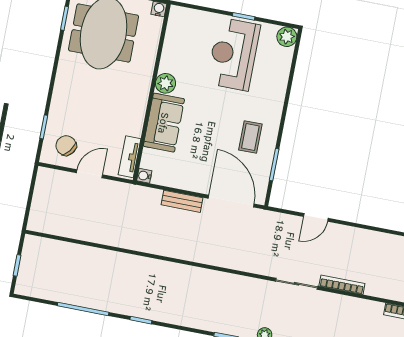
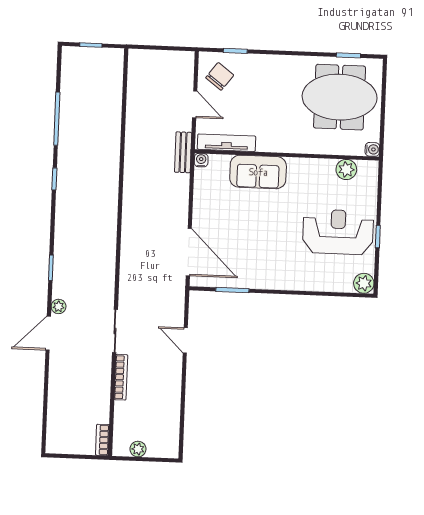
plant: (166, 83) -> (346, 169), moved
coffee table: (250, 137) -> (257, 262), removed
tv unit: (130, 157) -> (227, 143), width x1.41
bench: (182, 201) -> (183, 152), moved
door: (231, 201) -> (189, 252), hinge flipped

